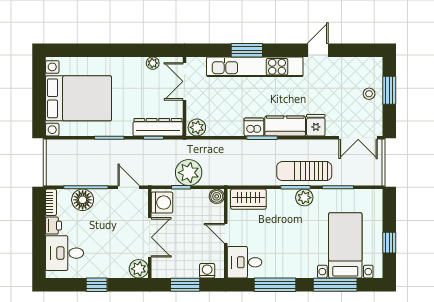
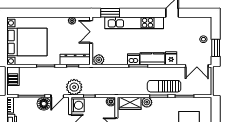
window: (247, 50) -> (110, 13), moved
window: (389, 90) -> (216, 48), moved
barbecue: (56, 155) -> (13, 76), added
plant: (189, 173) -> (74, 87), moved
door: (129, 187) -> (57, 96), swing flipped
plant: (304, 198) -> (147, 102), moved
floor lamp: (83, 200) -> (44, 104), moved

